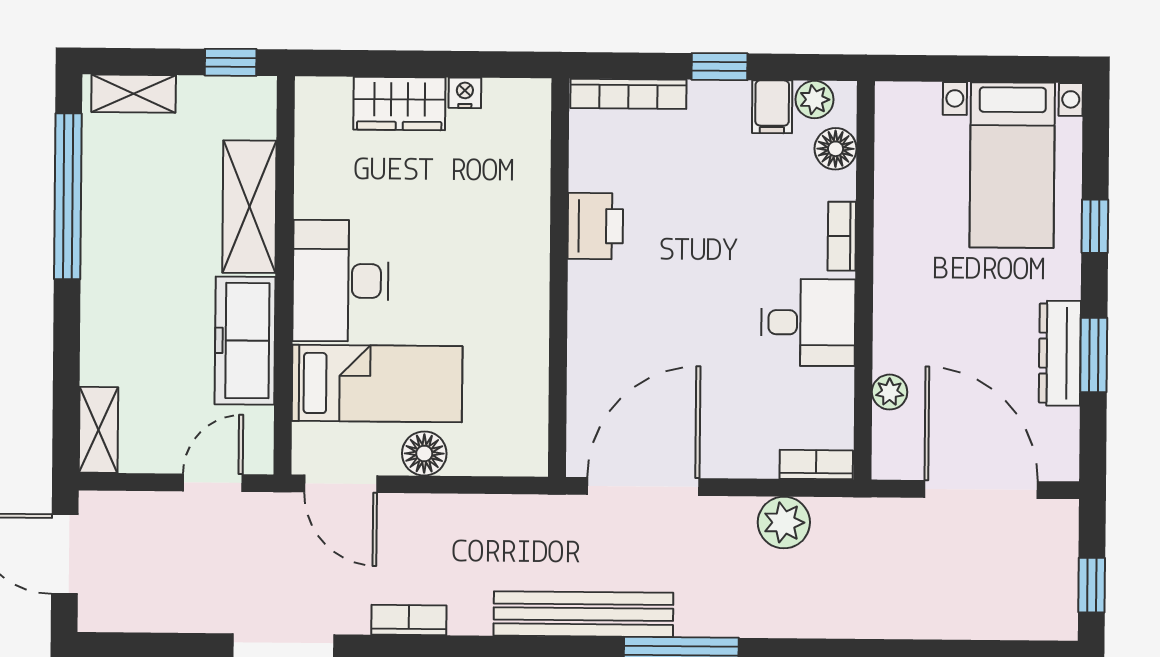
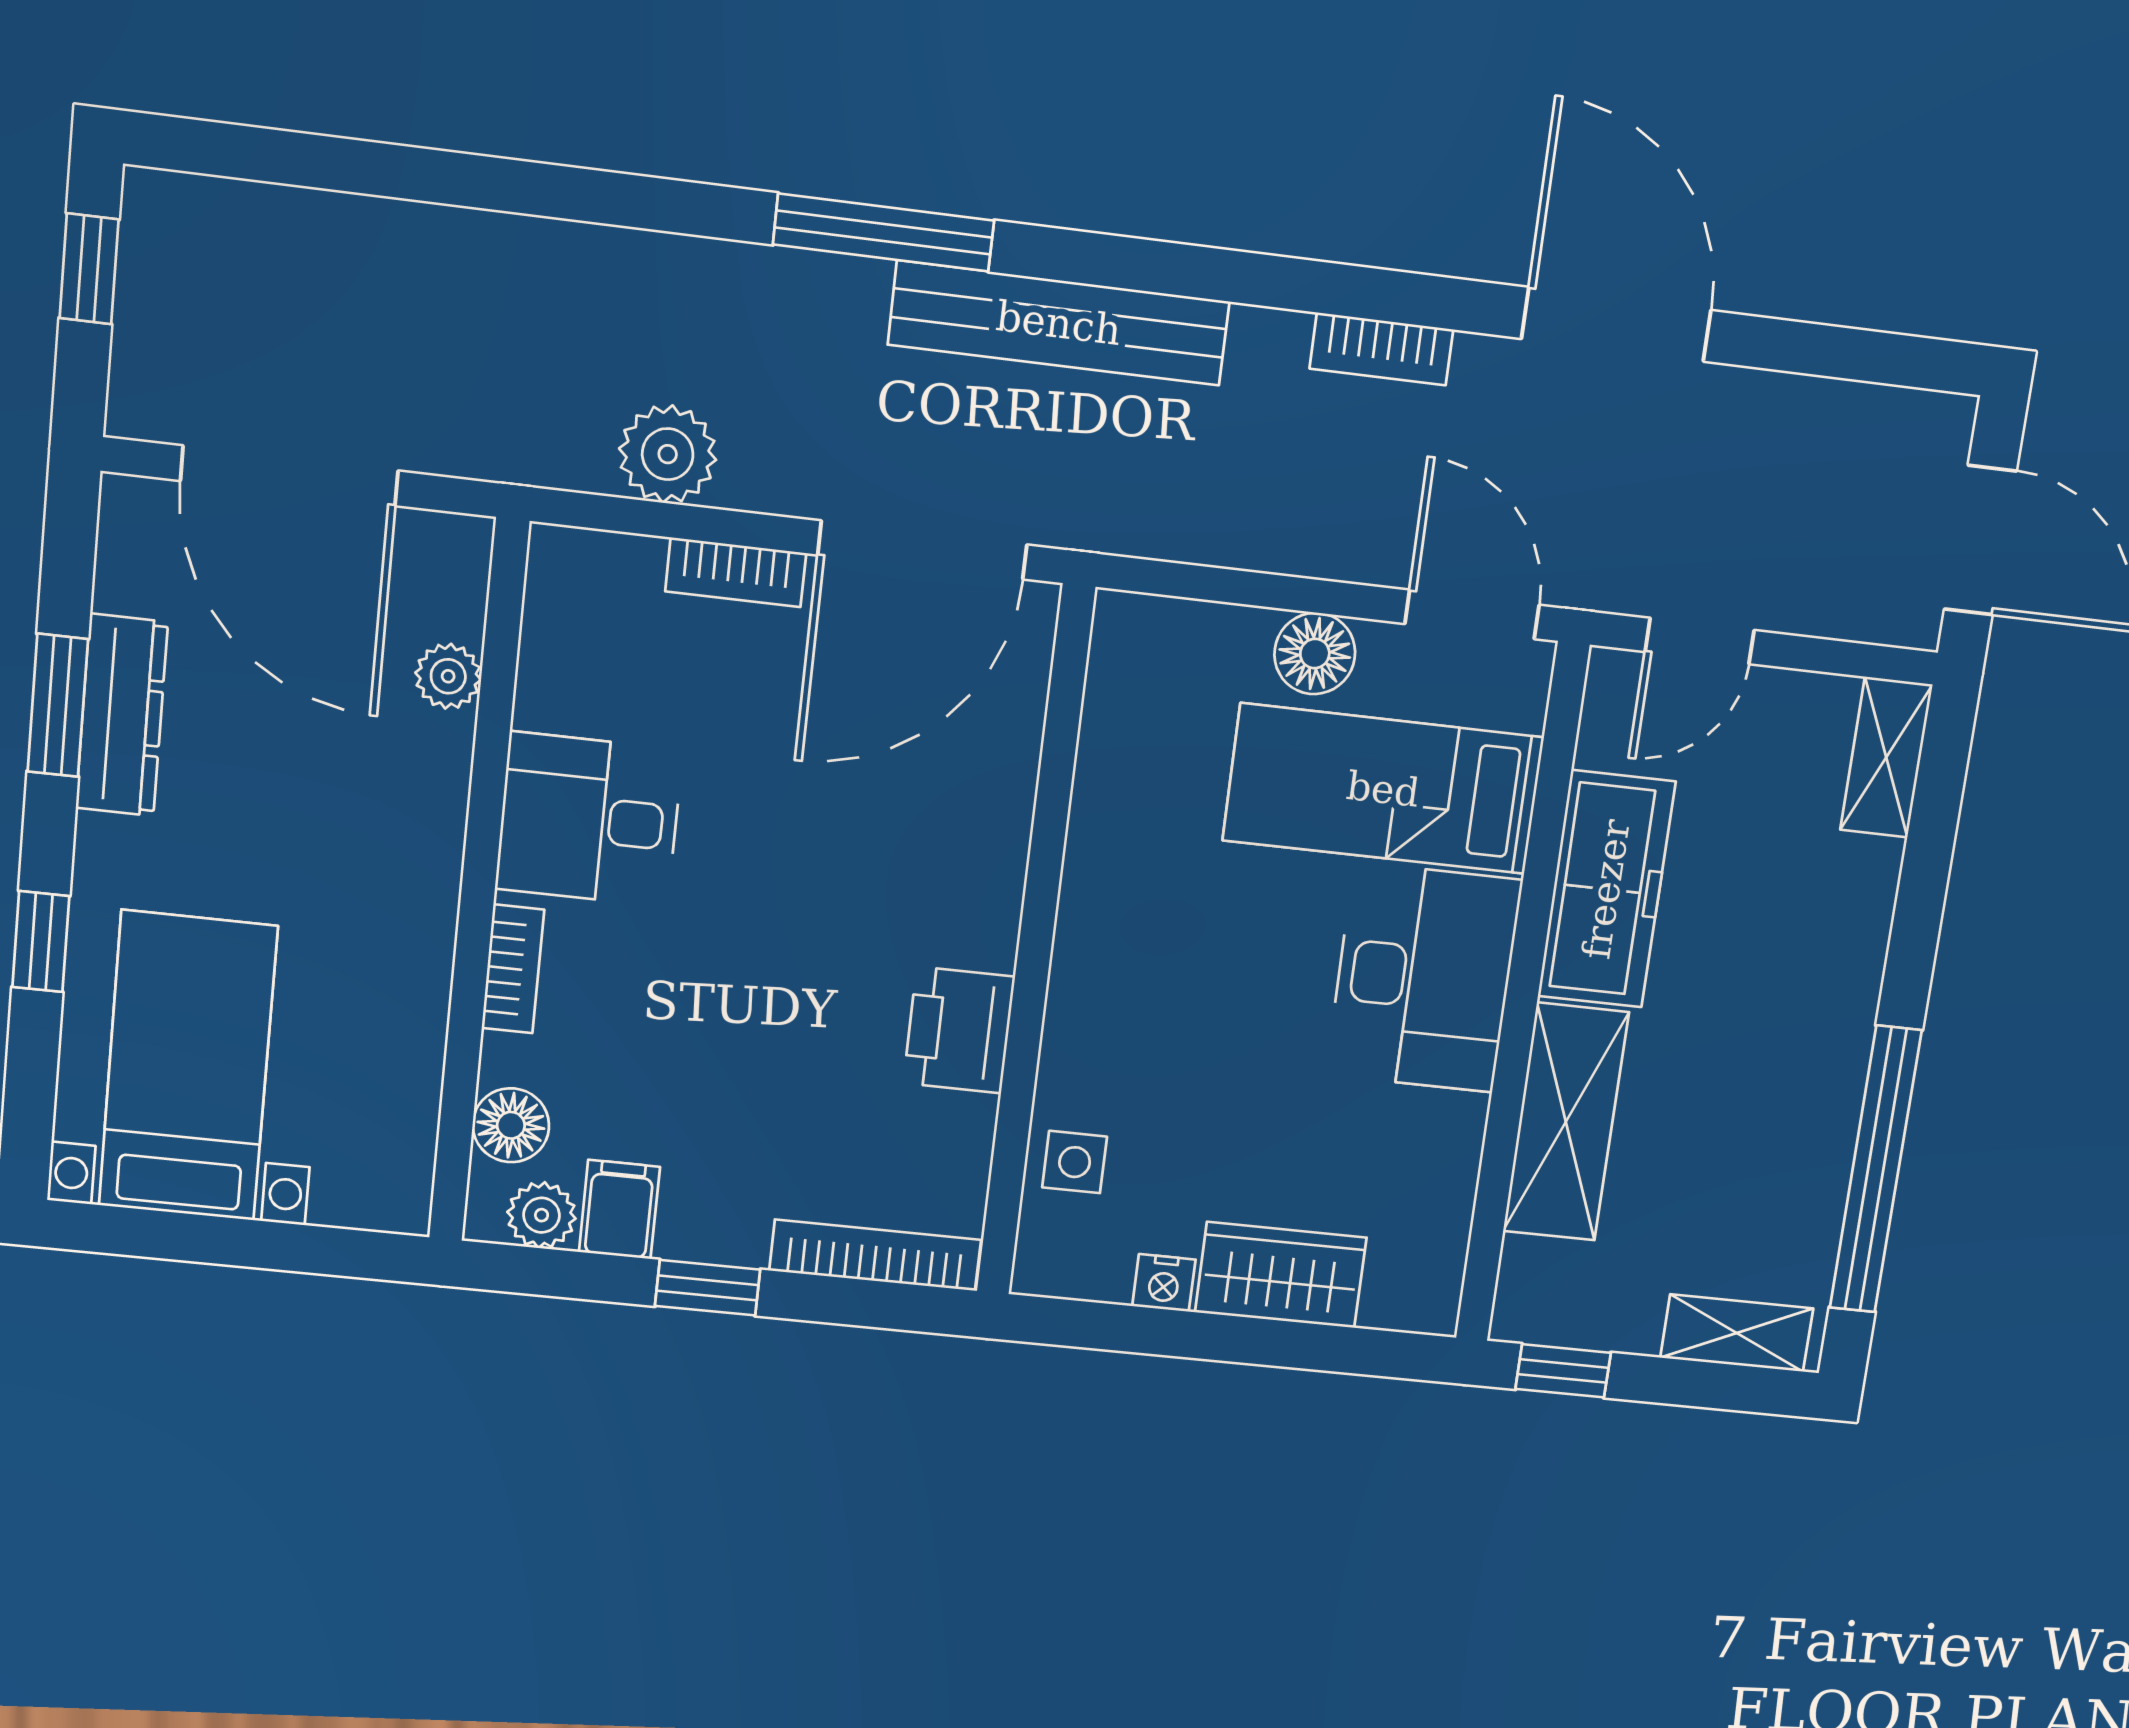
side table: (523, 158) -> (1075, 1162), added
bookcase: (816, 465) -> (736, 572), moved

